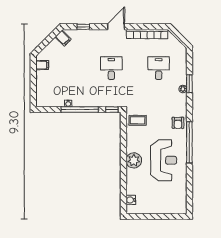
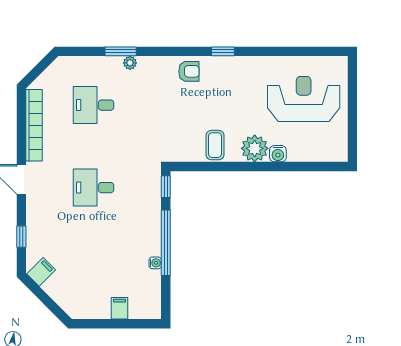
filing cabinet: (42, 65) -> (120, 308), moved
coffee table: (138, 120) -> (215, 145), moved
window: (189, 142) -> (223, 51), width x0.32
reception desk: (164, 160) -> (304, 99), moved
water cooler: (131, 200) -> (278, 154), moved

